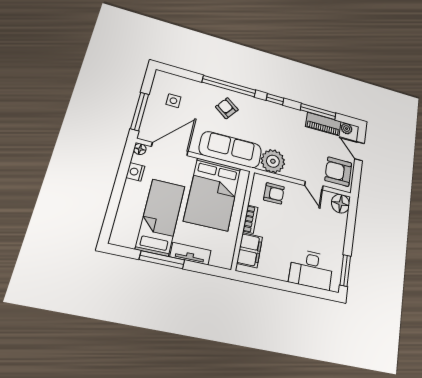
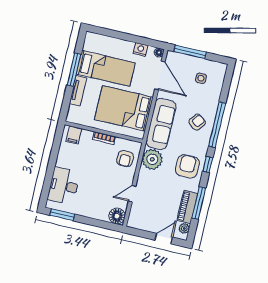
armchair: (338, 172) -> (187, 166), moved
filing cabinet: (250, 250) -> (74, 135), width x0.50

